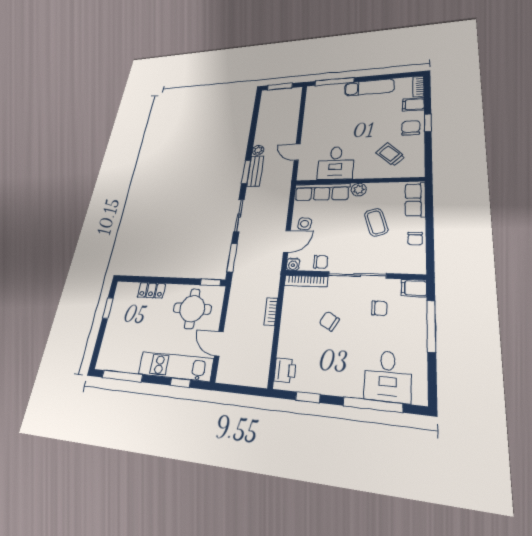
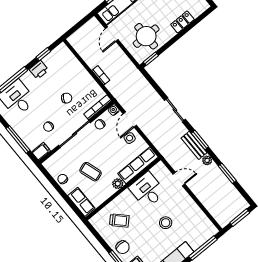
stool: (347, 123) -> (166, 223), added
window: (232, 258) -> (227, 173), moved
door: (219, 344) -> (112, 34), swing flipped
printer: (285, 370) -> (39, 70), moved, turned -90

